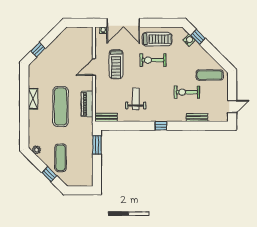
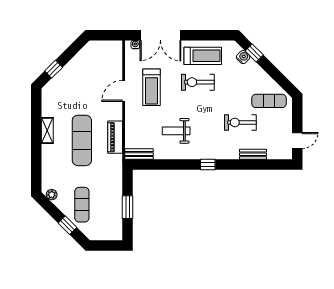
weight bench: (136, 99) -> (176, 131), turned -90
window: (97, 145) -> (127, 207), moved

